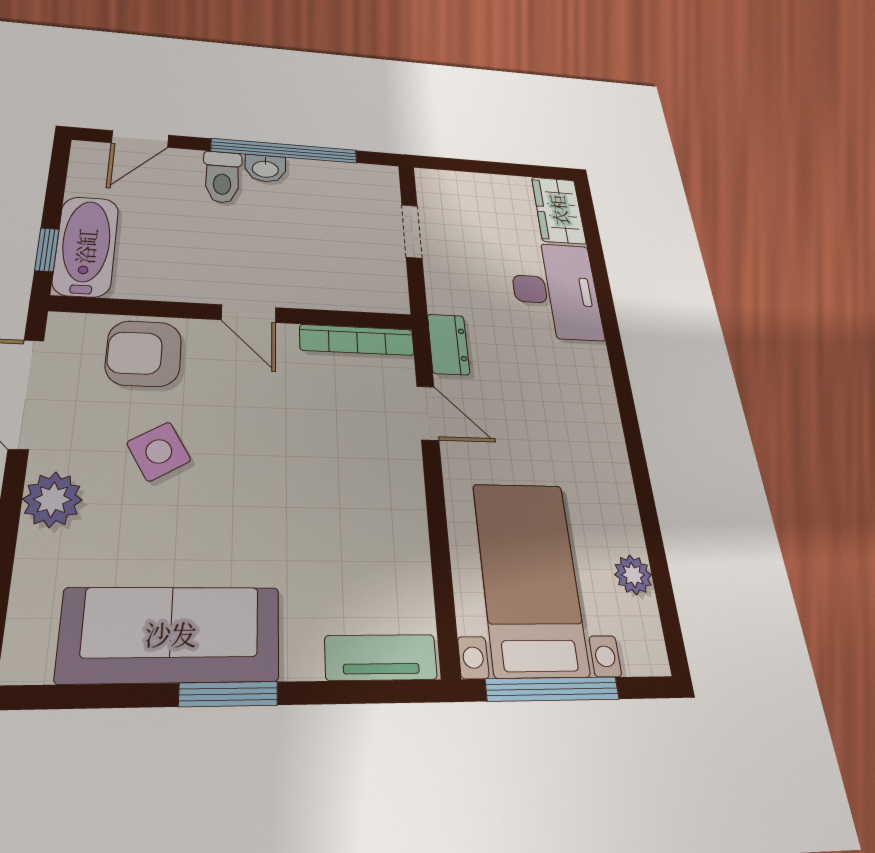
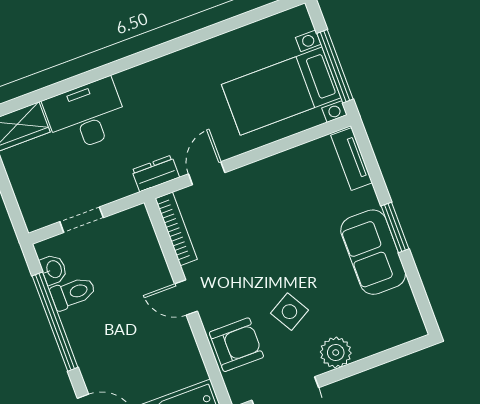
washbasin: (265, 168) -> (53, 269), moved
toilet: (222, 177) -> (73, 293), moved
door: (249, 314) -> (186, 298), swing flipped
armchair: (144, 353) -> (236, 345), turned -90
plant: (633, 575) -> (258, 33), removed
sofa: (171, 634) -> (373, 252), width x0.73

